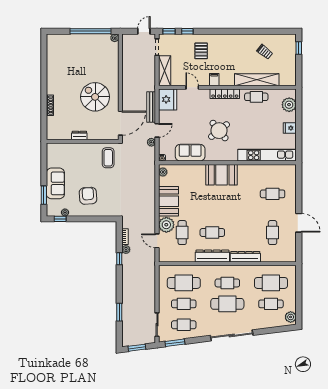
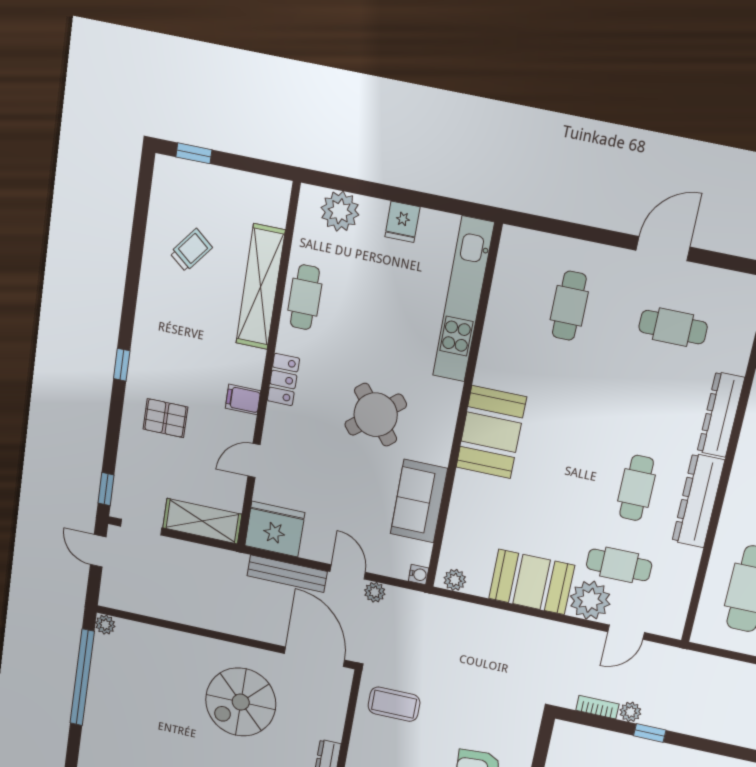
window: (187, 31) -> (122, 365), moved
locker: (225, 94) -> (283, 380), width x0.66

